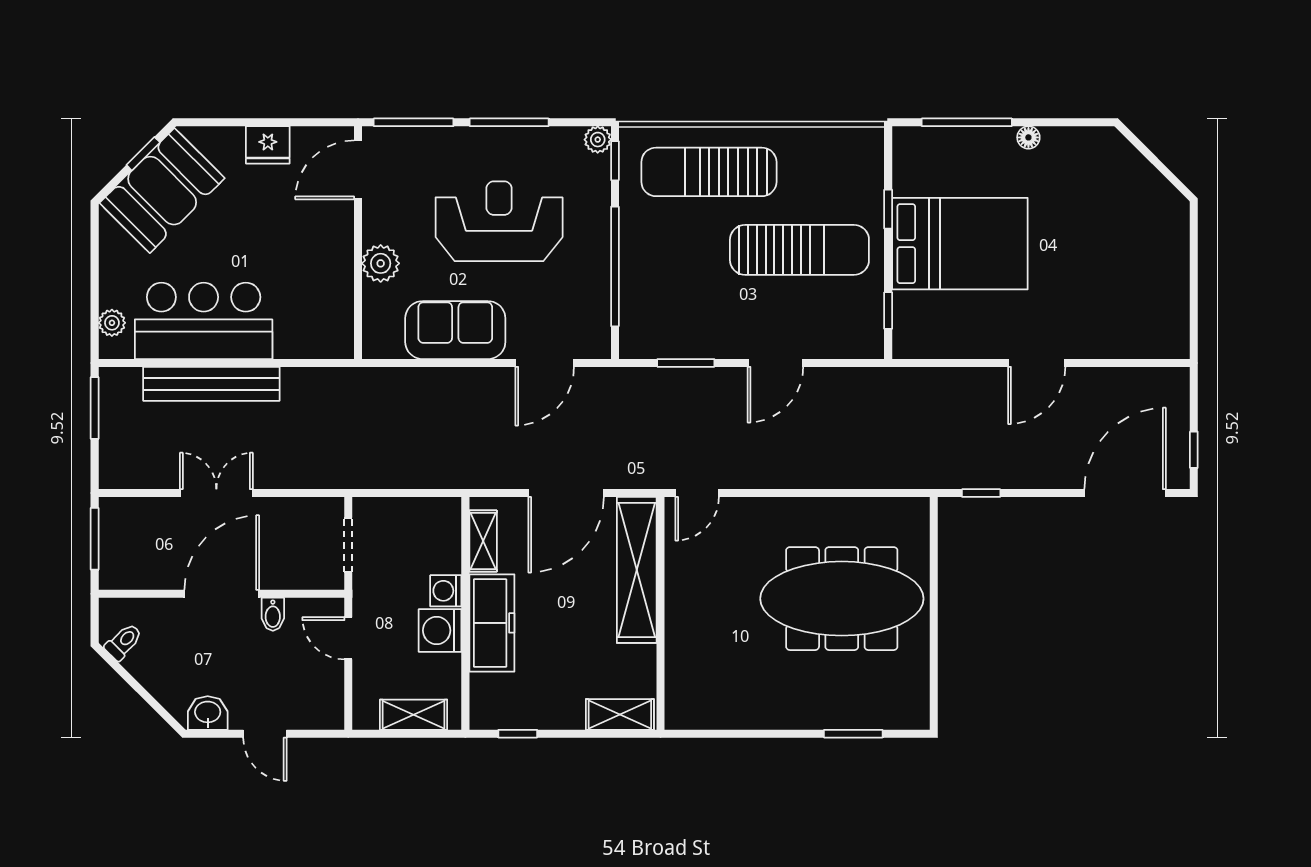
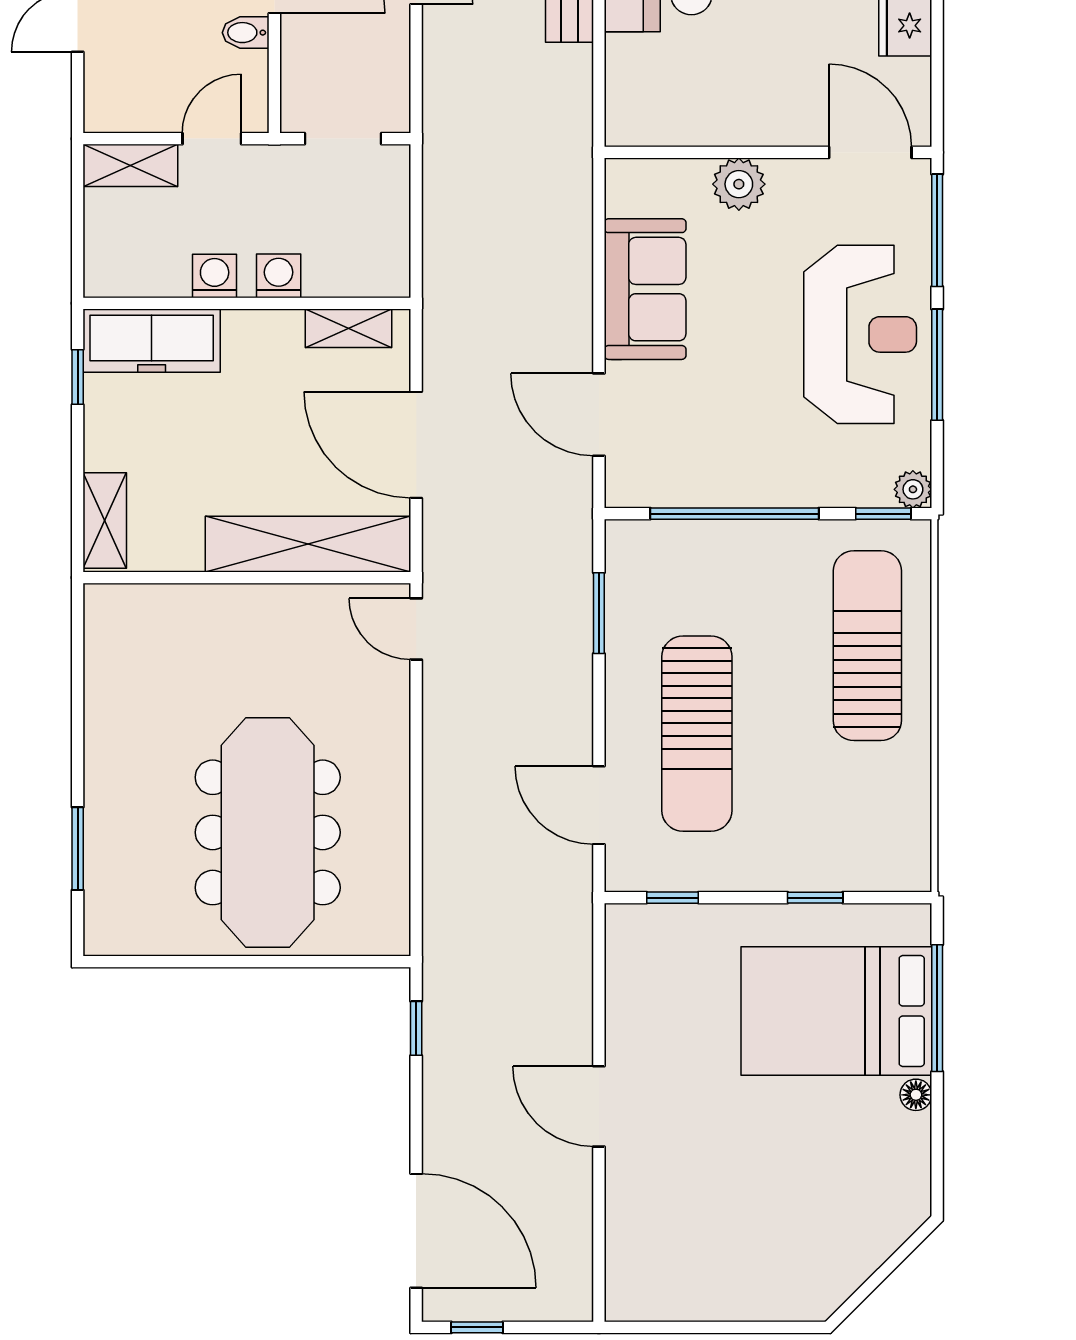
reception desk: (499, 221) -> (860, 334), moved
bed: (960, 244) -> (836, 1011), moved, turned 90
sun lounger: (799, 250) -> (697, 734), moved
door: (775, 363) -> (599, 805), moved
freezer: (492, 623) -> (152, 341), moved
washing machine: (440, 630) -> (215, 276), width x0.73, depth x0.73
shelving: (414, 715) -> (130, 165), moved, turned 90

